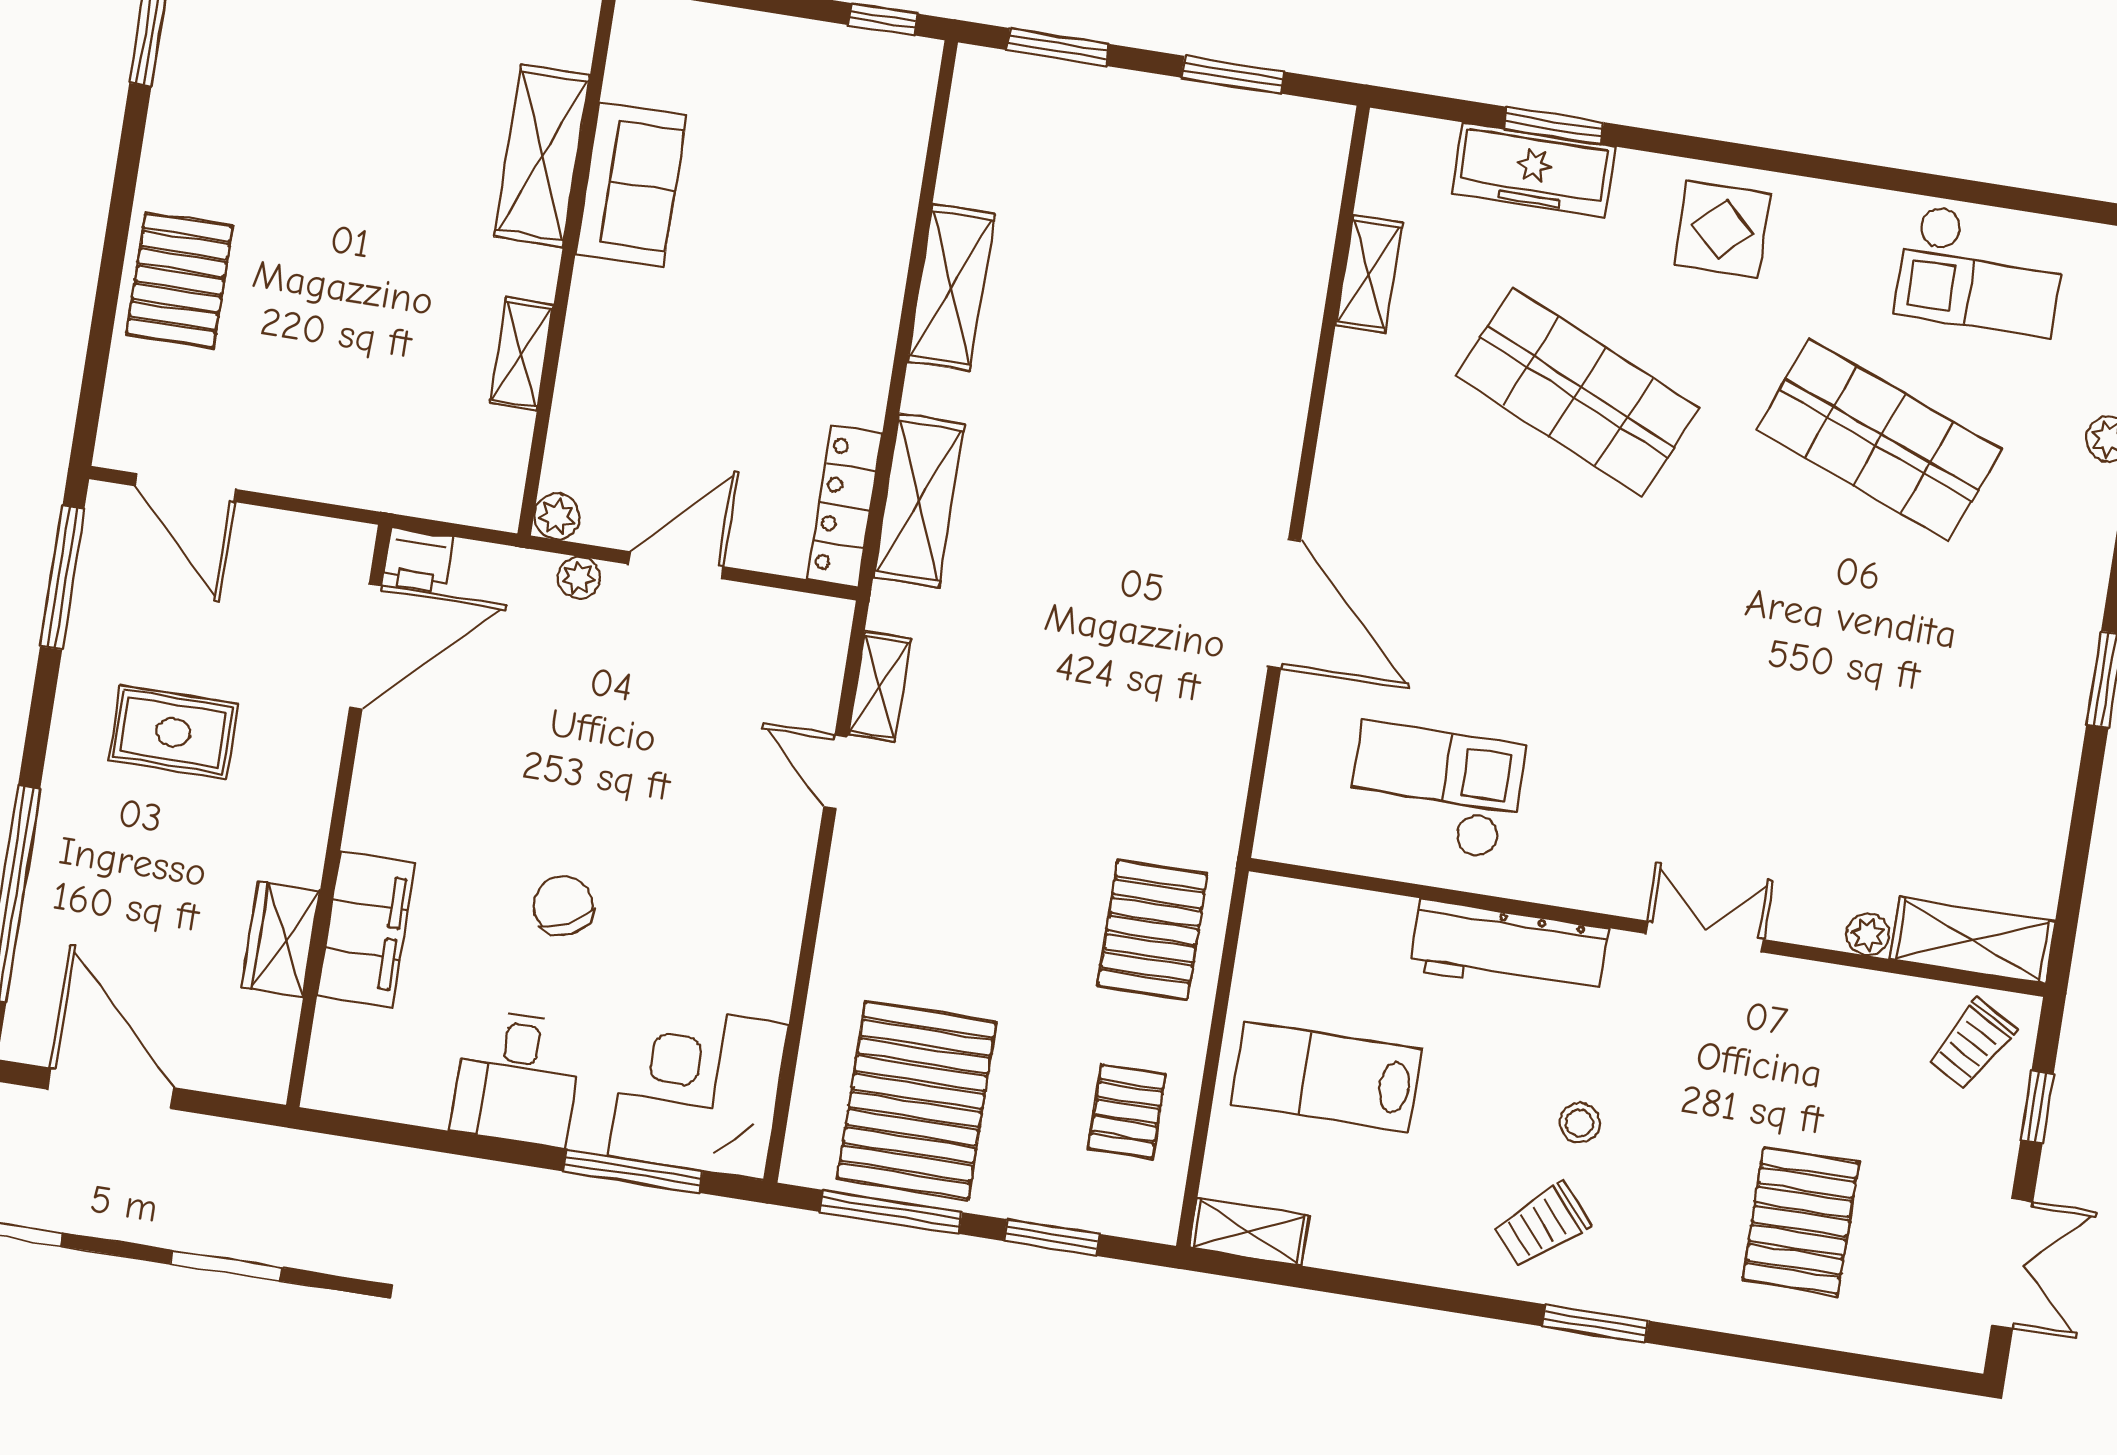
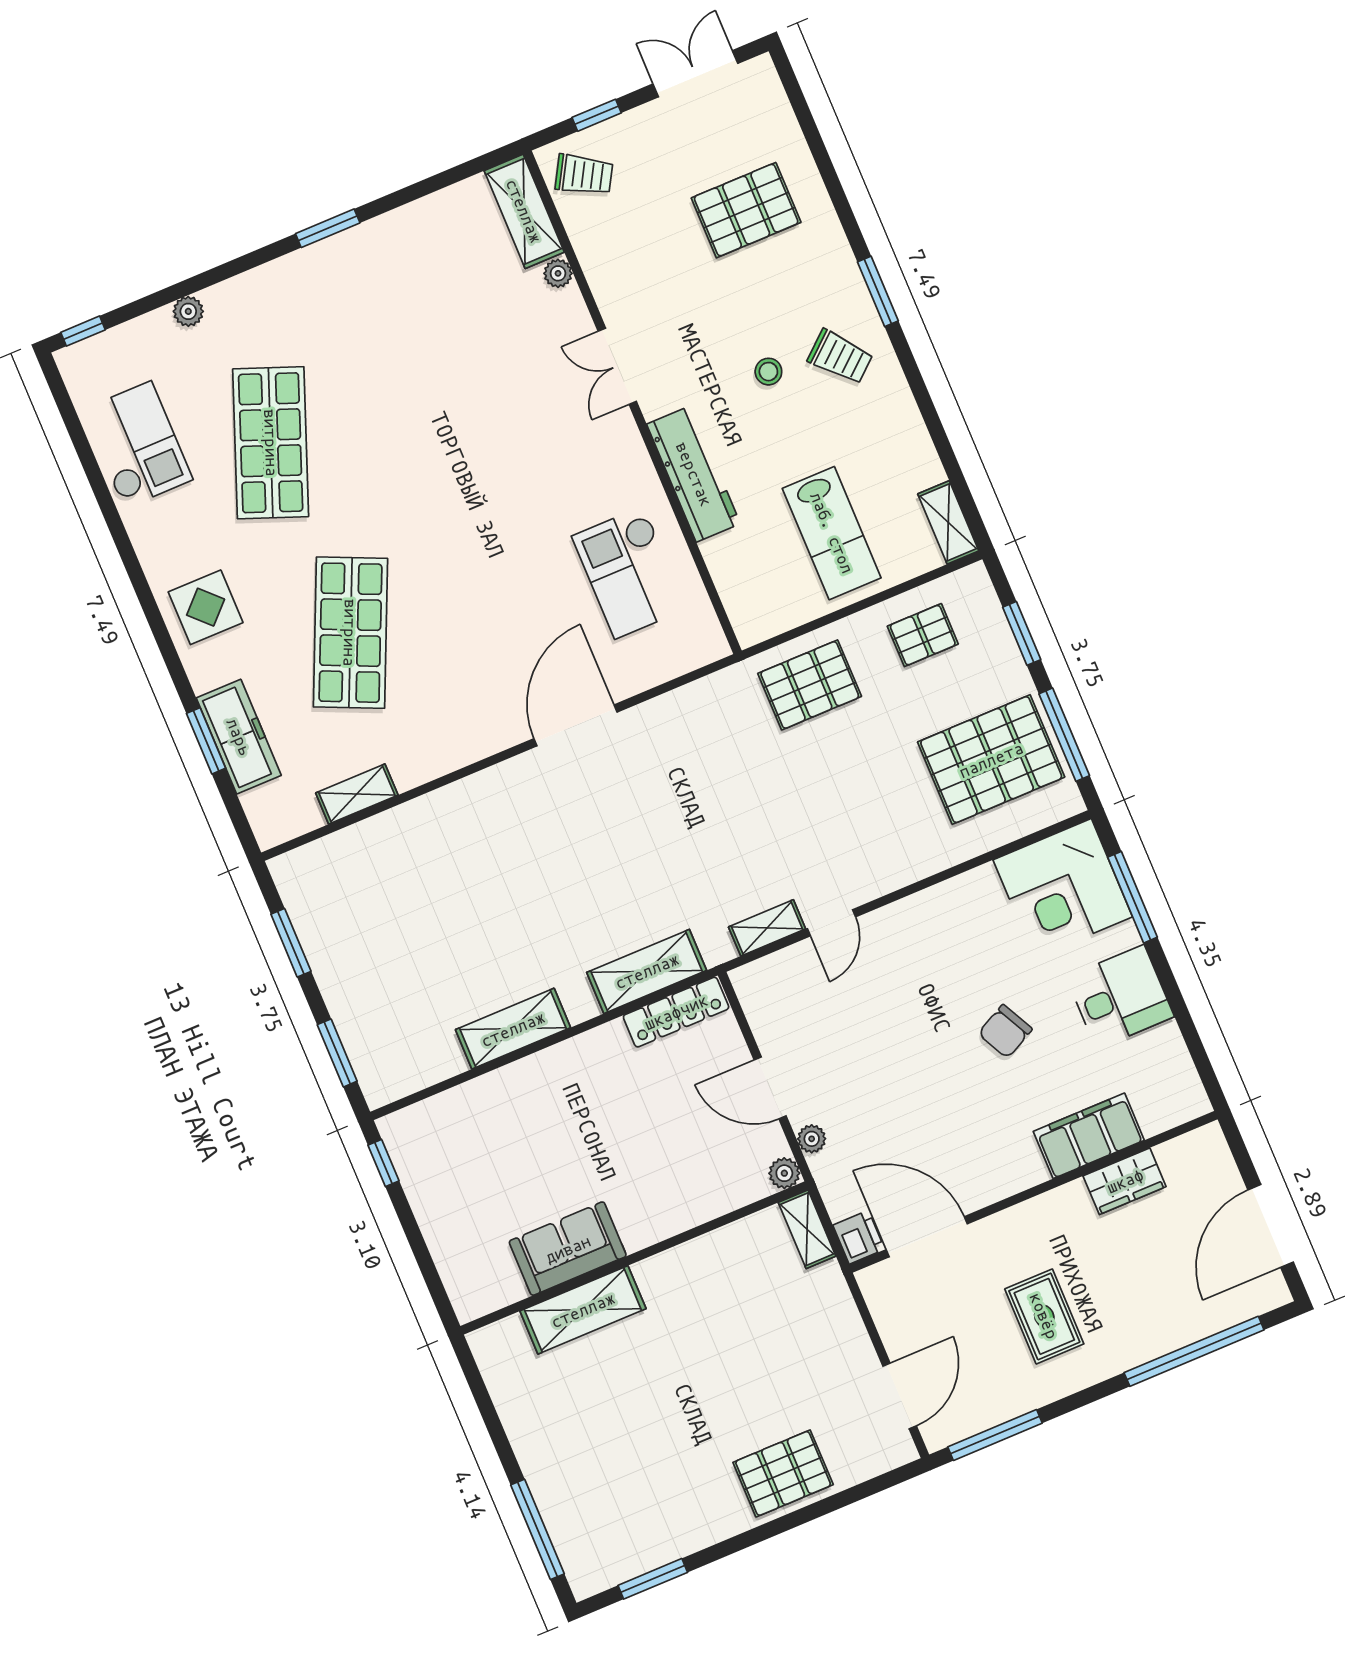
shelving: (522, 354) -> (807, 1229), moved, turned 90

